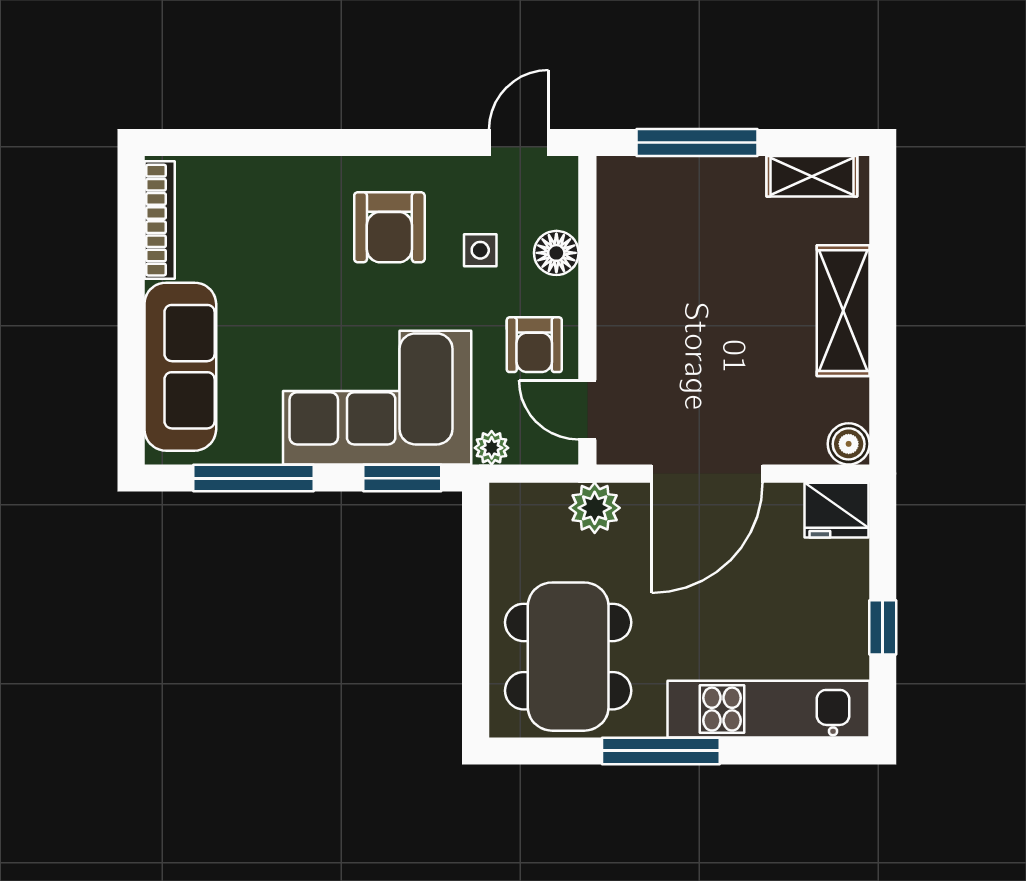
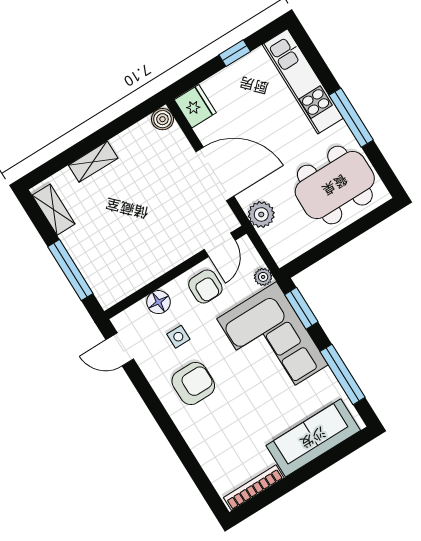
shelving: (843, 311) -> (93, 162), width x0.67, depth x0.75
armchair: (534, 345) -> (205, 286), turned 90

